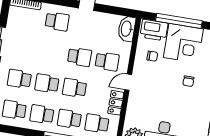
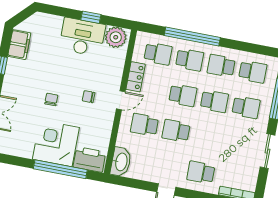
chair: (152, 56) -> (89, 97), moved
school desk: (42, 114) -> (221, 66), turned 180

